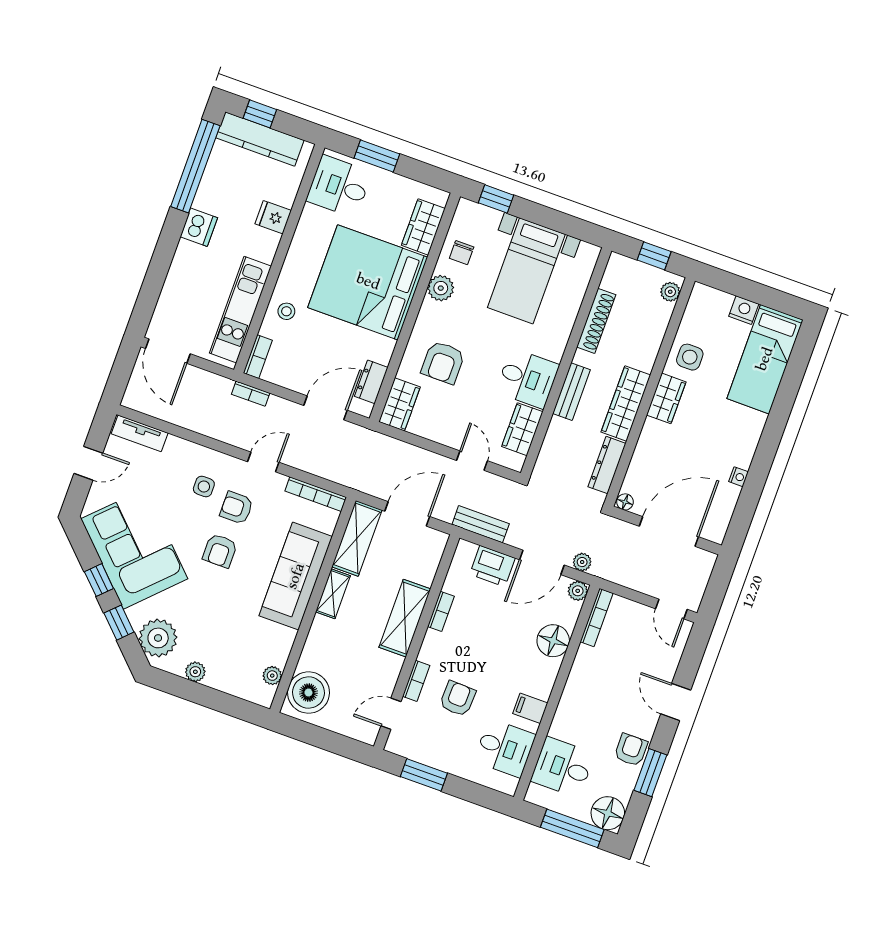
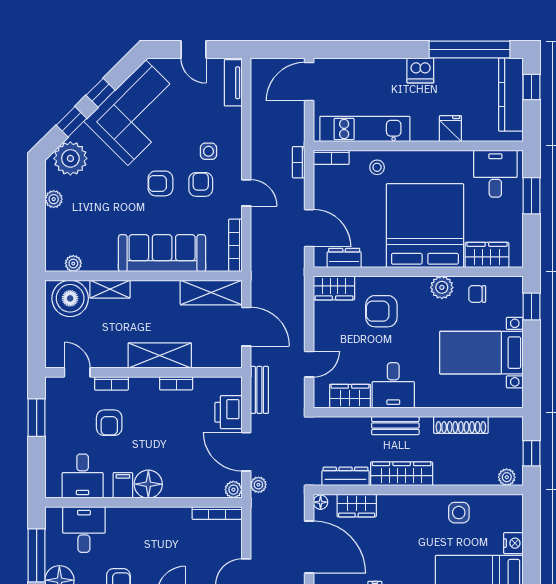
wardrobe: (666, 398) -> (357, 505), moved
shelving: (333, 594) -> (110, 289), moved
floor lamp: (553, 641) -> (148, 484), moved
armchair: (458, 699) -> (109, 423), turned 88

